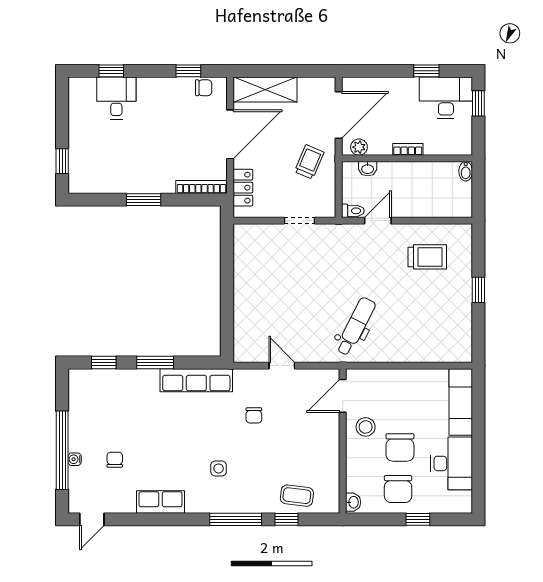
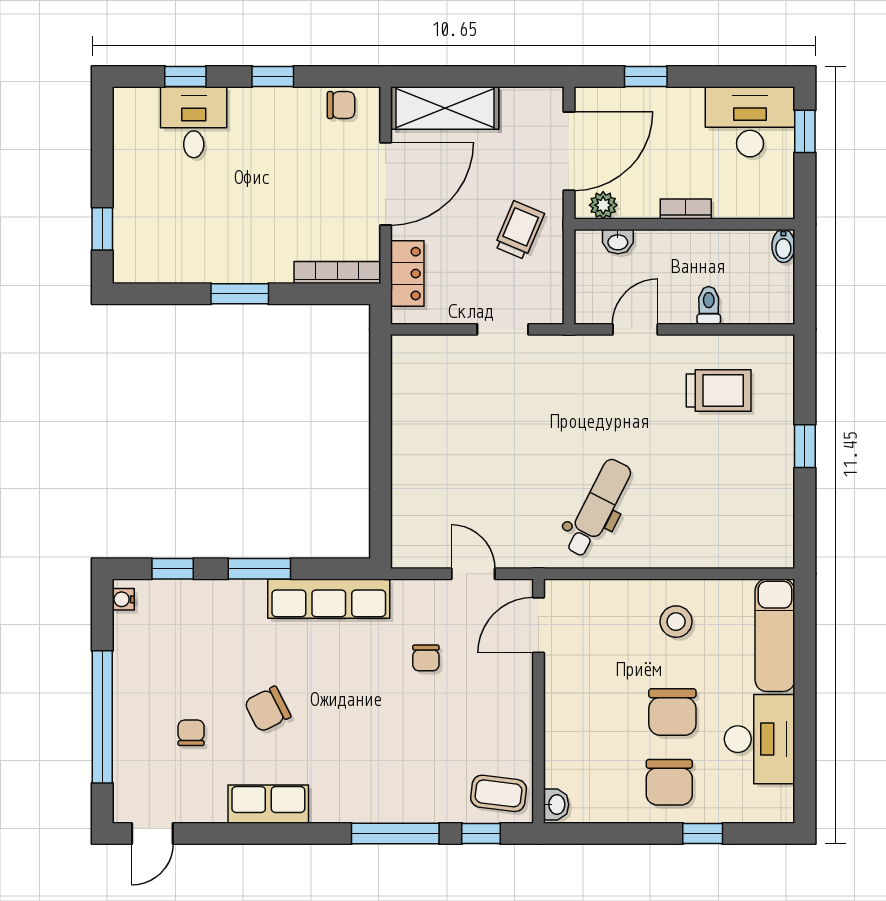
window: (188, 71) -> (273, 77), moved
window: (426, 71) -> (646, 77), moved
toilet: (353, 211) -> (709, 305), moved, turned -90
door: (343, 396) -> (538, 625), moved
stool: (366, 427) -> (676, 622), moved
wall: (343, 441) -> (538, 701), moved
chair: (160, 446) -> (267, 709), added
water cooler: (75, 459) -> (123, 599), moved
side table: (219, 468) -> (366, 748), removed
washbasin: (353, 502) -> (556, 805), moved

